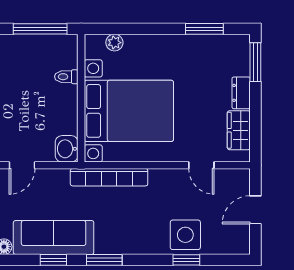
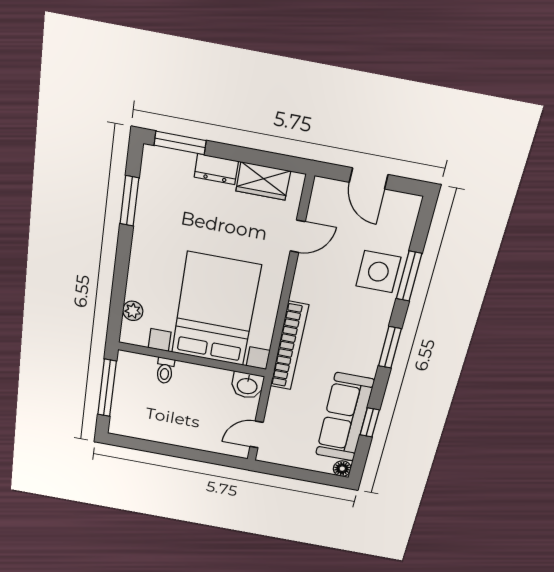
door: (22, 165) -> (257, 434), swing flipped
window: (104, 260) -> (390, 347), moved
window: (186, 260) -> (409, 276), width x1.50

